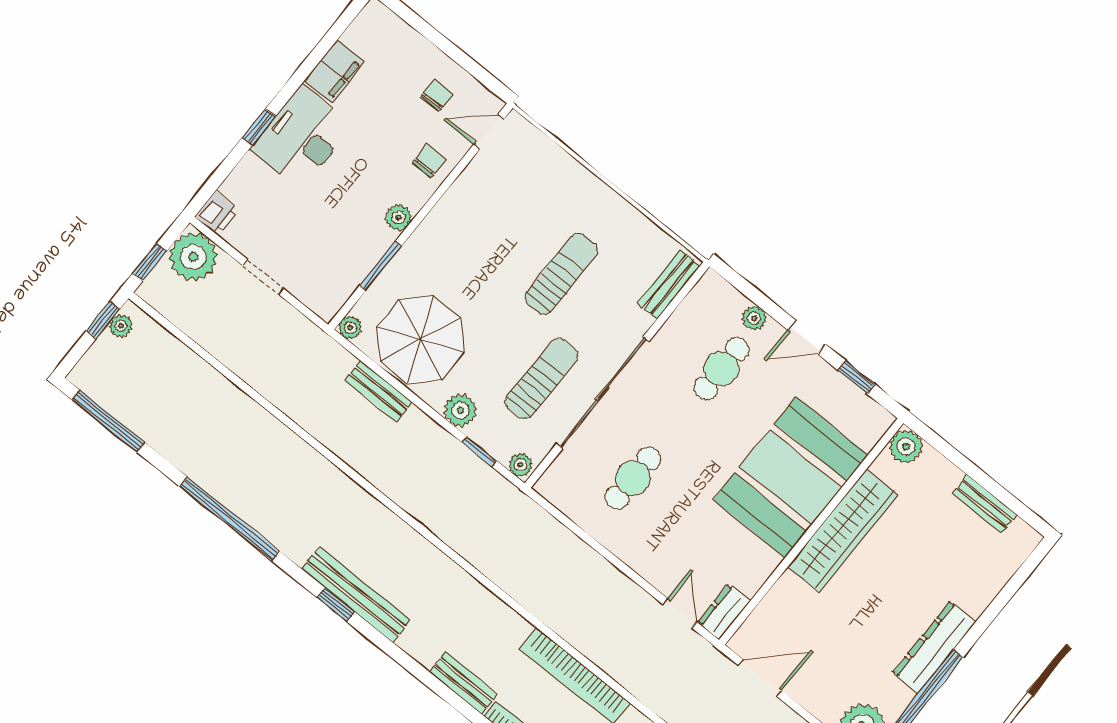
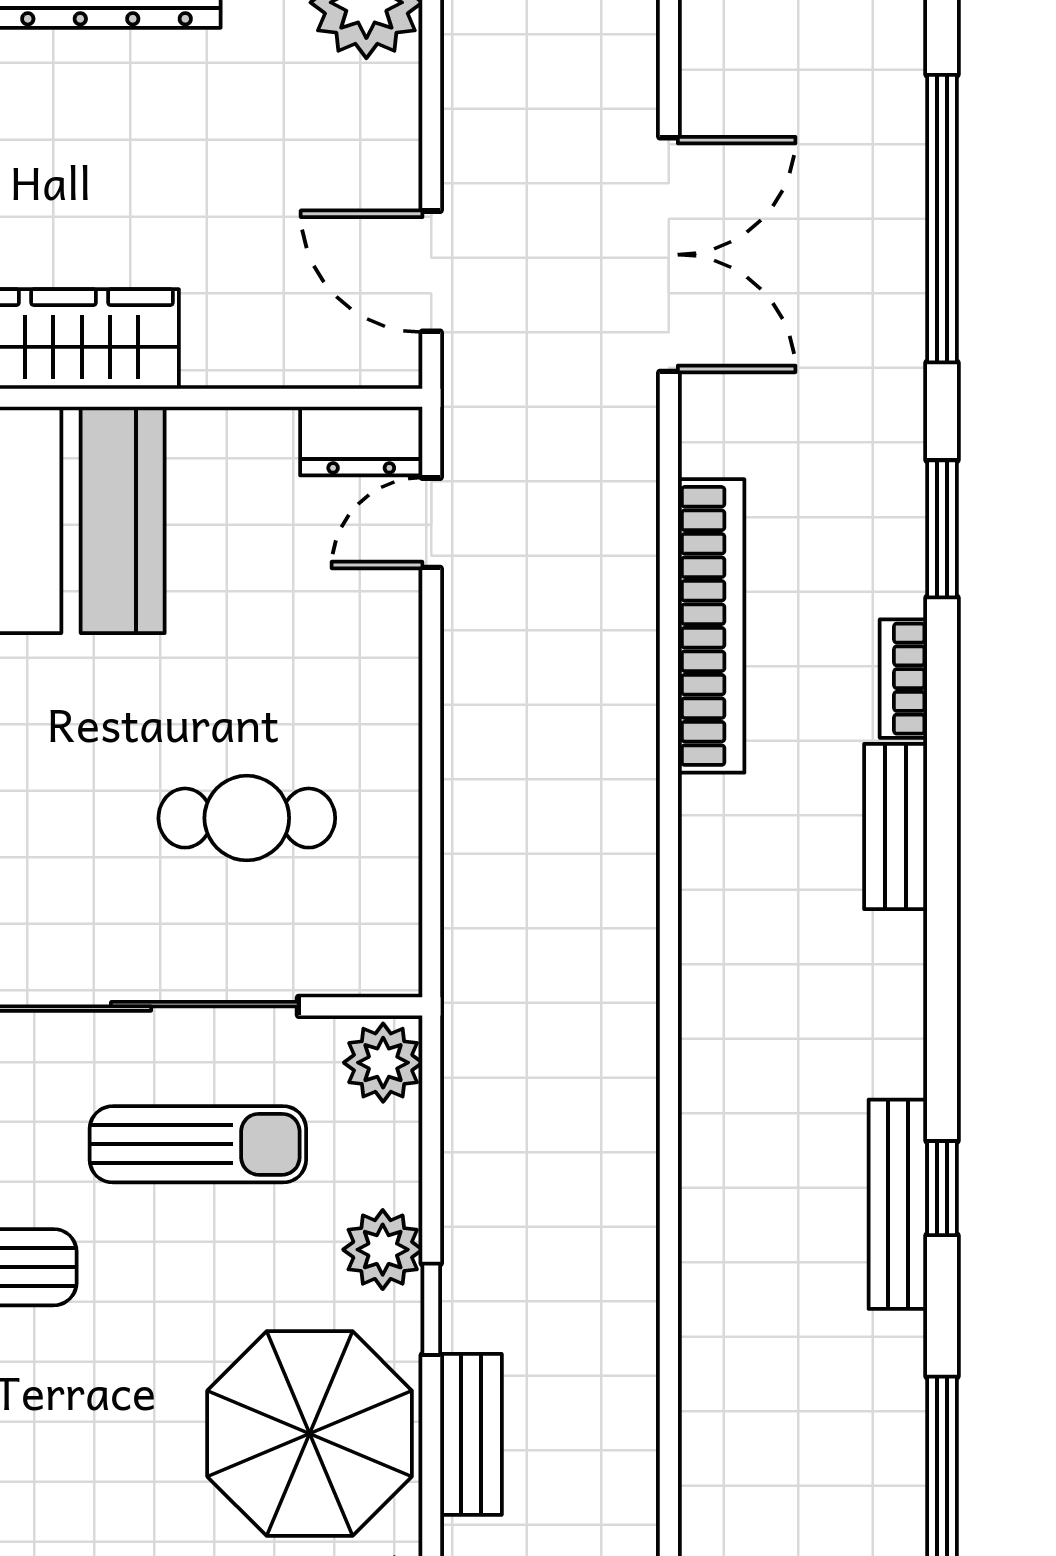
sun lounger: (541, 379) -> (198, 1144), turned 180
window: (479, 451) -> (431, 1309), moved
plant: (521, 465) -> (383, 1063), width x1.38, depth x1.38
bench: (356, 594) -> (898, 1204), width x0.73, depth x0.82

